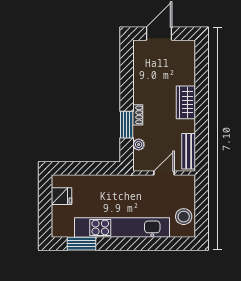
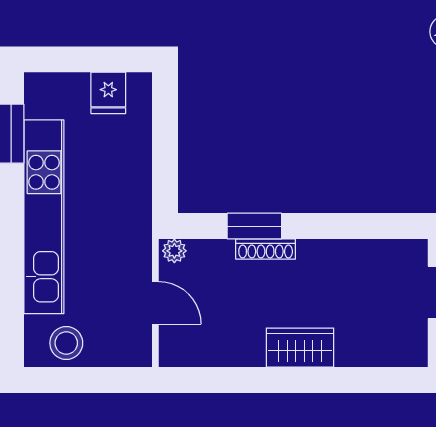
shoe rack: (138, 115) -> (266, 249), width x1.43
plant: (139, 145) -> (174, 251), moved
bench: (189, 151) -> (200, 353), removed

